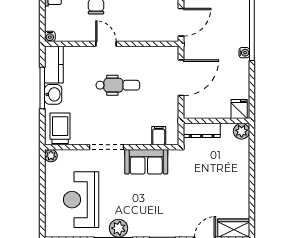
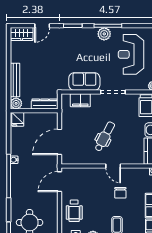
dental chair: (118, 85) -> (105, 136), turned 118
filing cabinet: (159, 136) -> (80, 100), width x2.00
bench: (243, 164) -> (15, 80), added
reception desk: (81, 200) -> (131, 54), turned 180

